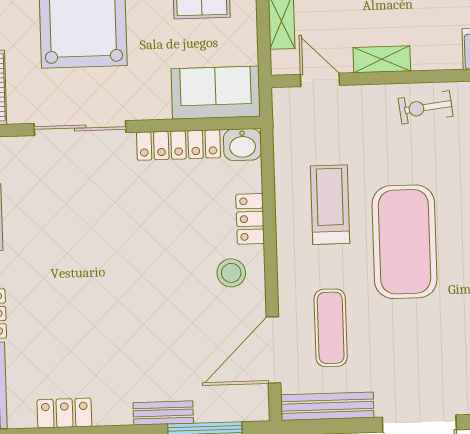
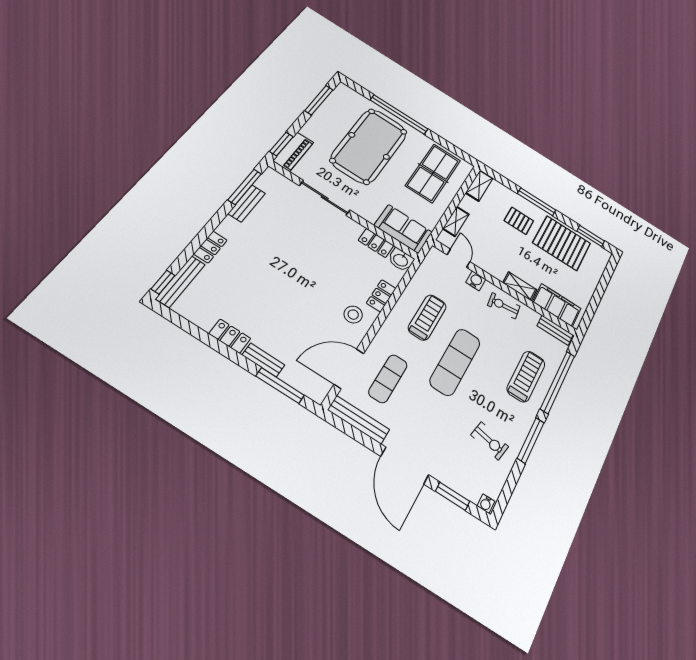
shelving: (382, 59) -> (520, 286), moved
water cooler: (364, 98) -> (476, 281), added
locker: (178, 145) -> (376, 243), width x0.66
exercise mat: (405, 242) -> (455, 362), width x0.68
locker: (64, 413) -> (230, 336), moved

